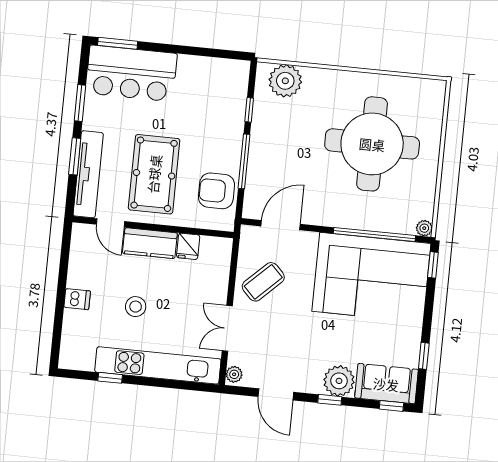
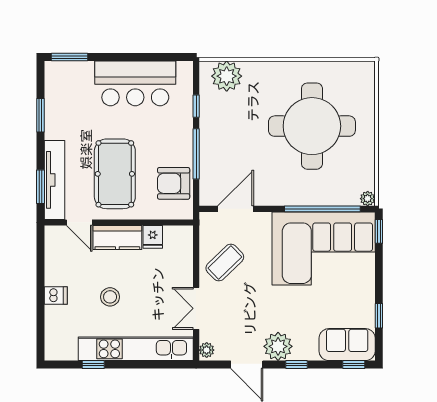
bar counter: (131, 73) -> (135, 83), moved
window: (75, 156) -> (40, 187), moved
plant: (339, 381) -> (278, 346), moved

